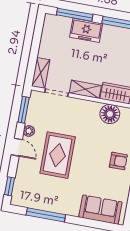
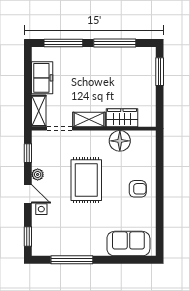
freezer: (86, 30) -> (42, 78), moved, turned -90
window: (24, 110) -> (28, 153), width x0.67
rug: (58, 155) -> (86, 180), moved
side table: (26, 163) -> (41, 209), added

